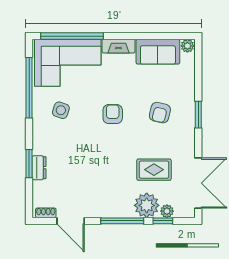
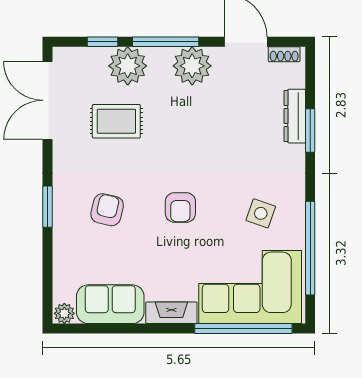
dresser: (39, 168) -> (295, 116), width x1.44
plant: (167, 211) -> (192, 66), moved, width x1.87, depth x1.87

